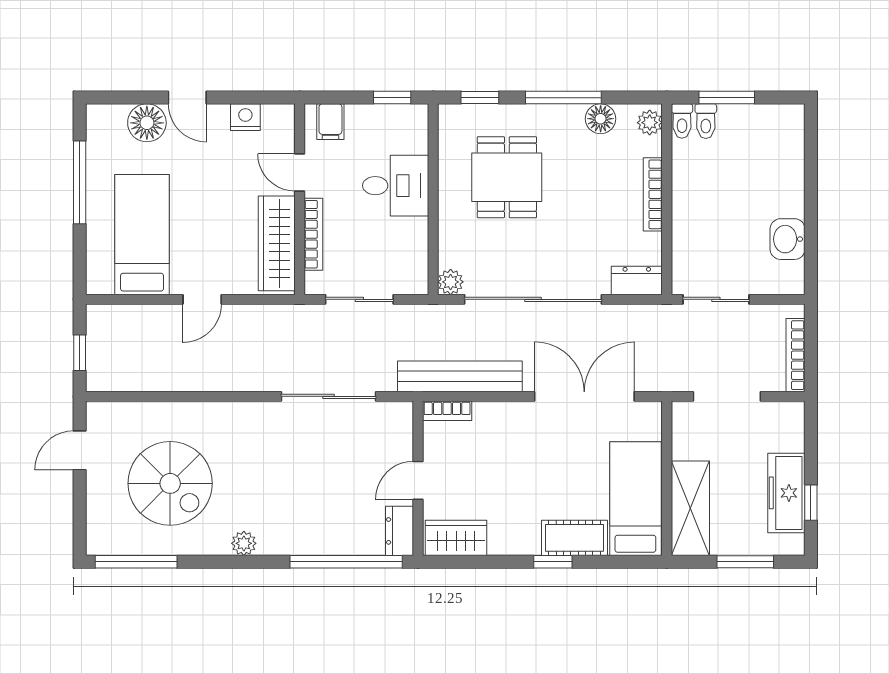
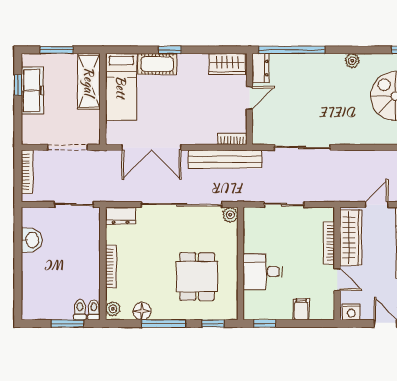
door: (300, 172) -> (337, 279), moved
wall: (300, 199) -> (337, 264), moved
bookcase: (313, 234) -> (329, 243), moved
wardrobe: (277, 243) -> (351, 238), moved

